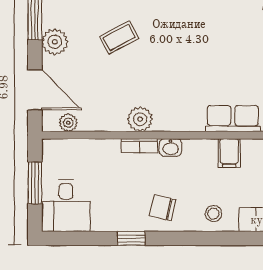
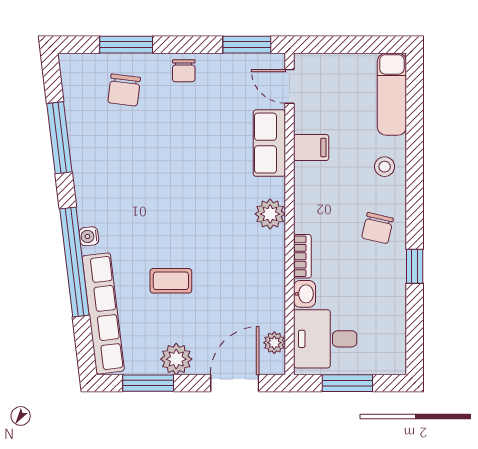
coffee table: (119, 37) -> (171, 281), turned -62
plant: (140, 119) -> (270, 214), moved
washbasin: (171, 148) -> (304, 294), moved
desk: (66, 206) -> (325, 339), moved, turned 180

